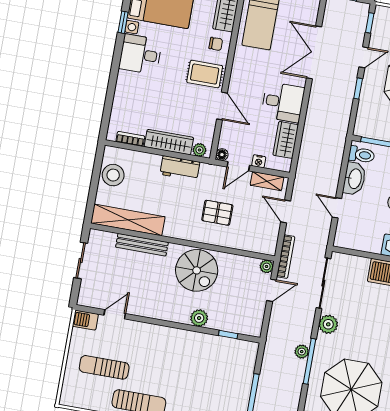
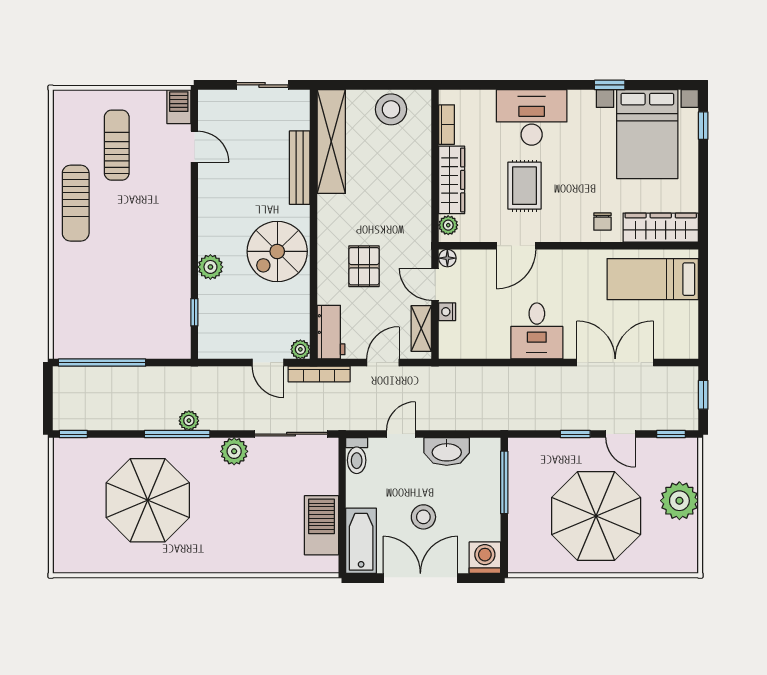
desk: (140, 54) -> (532, 117), moved, width x1.37
rug: (205, 74) -> (524, 186), moved
wardrobe: (286, 140) -> (484, 345), removed
toilet: (362, 155) -> (357, 456), moved
workbench: (180, 168) -> (331, 332), moved, turned 180

